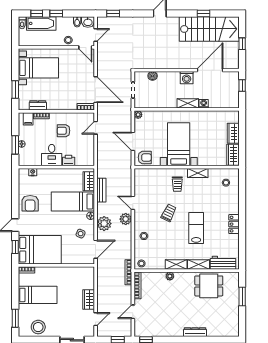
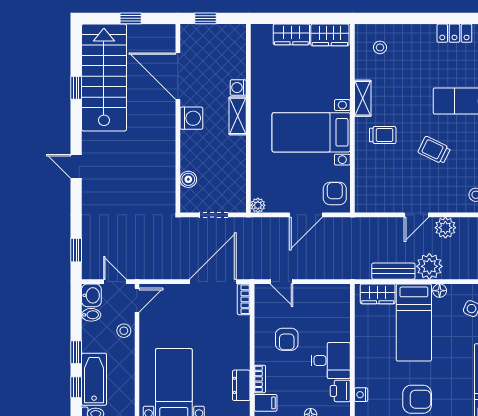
printer: (69, 161) -> (340, 391), moved
plant: (104, 224) -> (429, 266), moved

